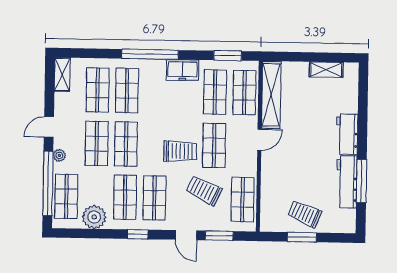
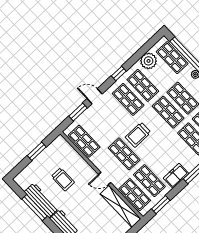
door: (259, 140) -> (105, 179), hinge flipped
trolley: (204, 191) -> (107, 127), removed
trolley: (305, 214) -> (63, 179), moved, turned 67

